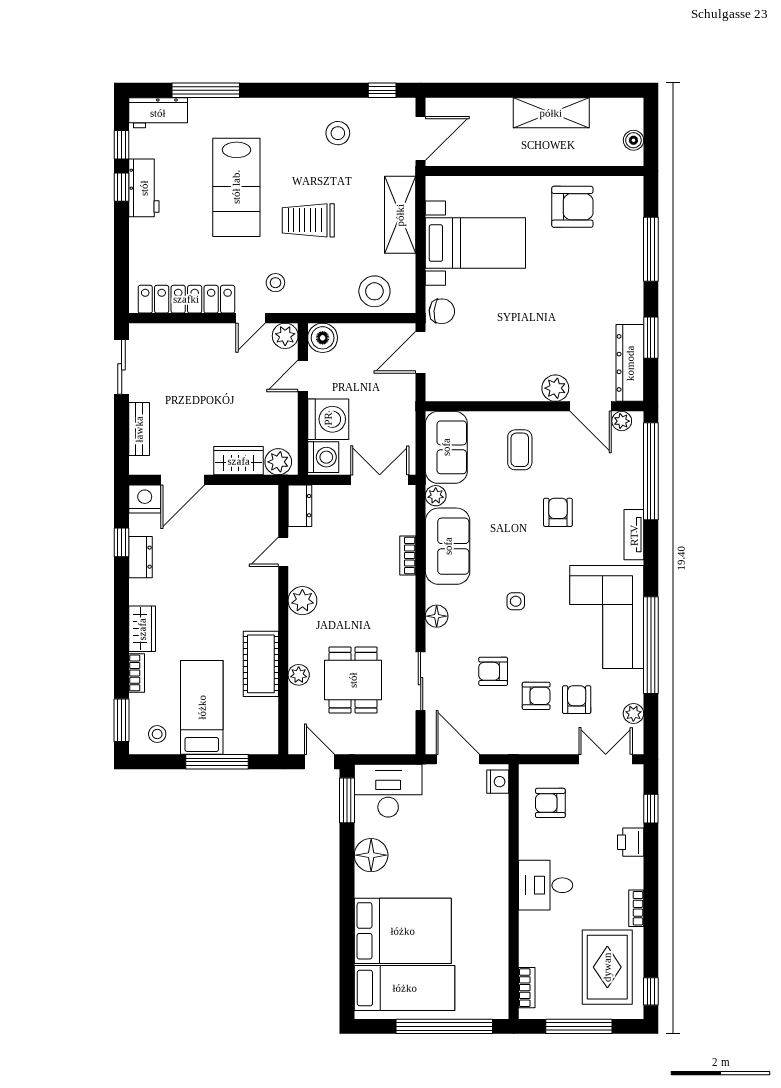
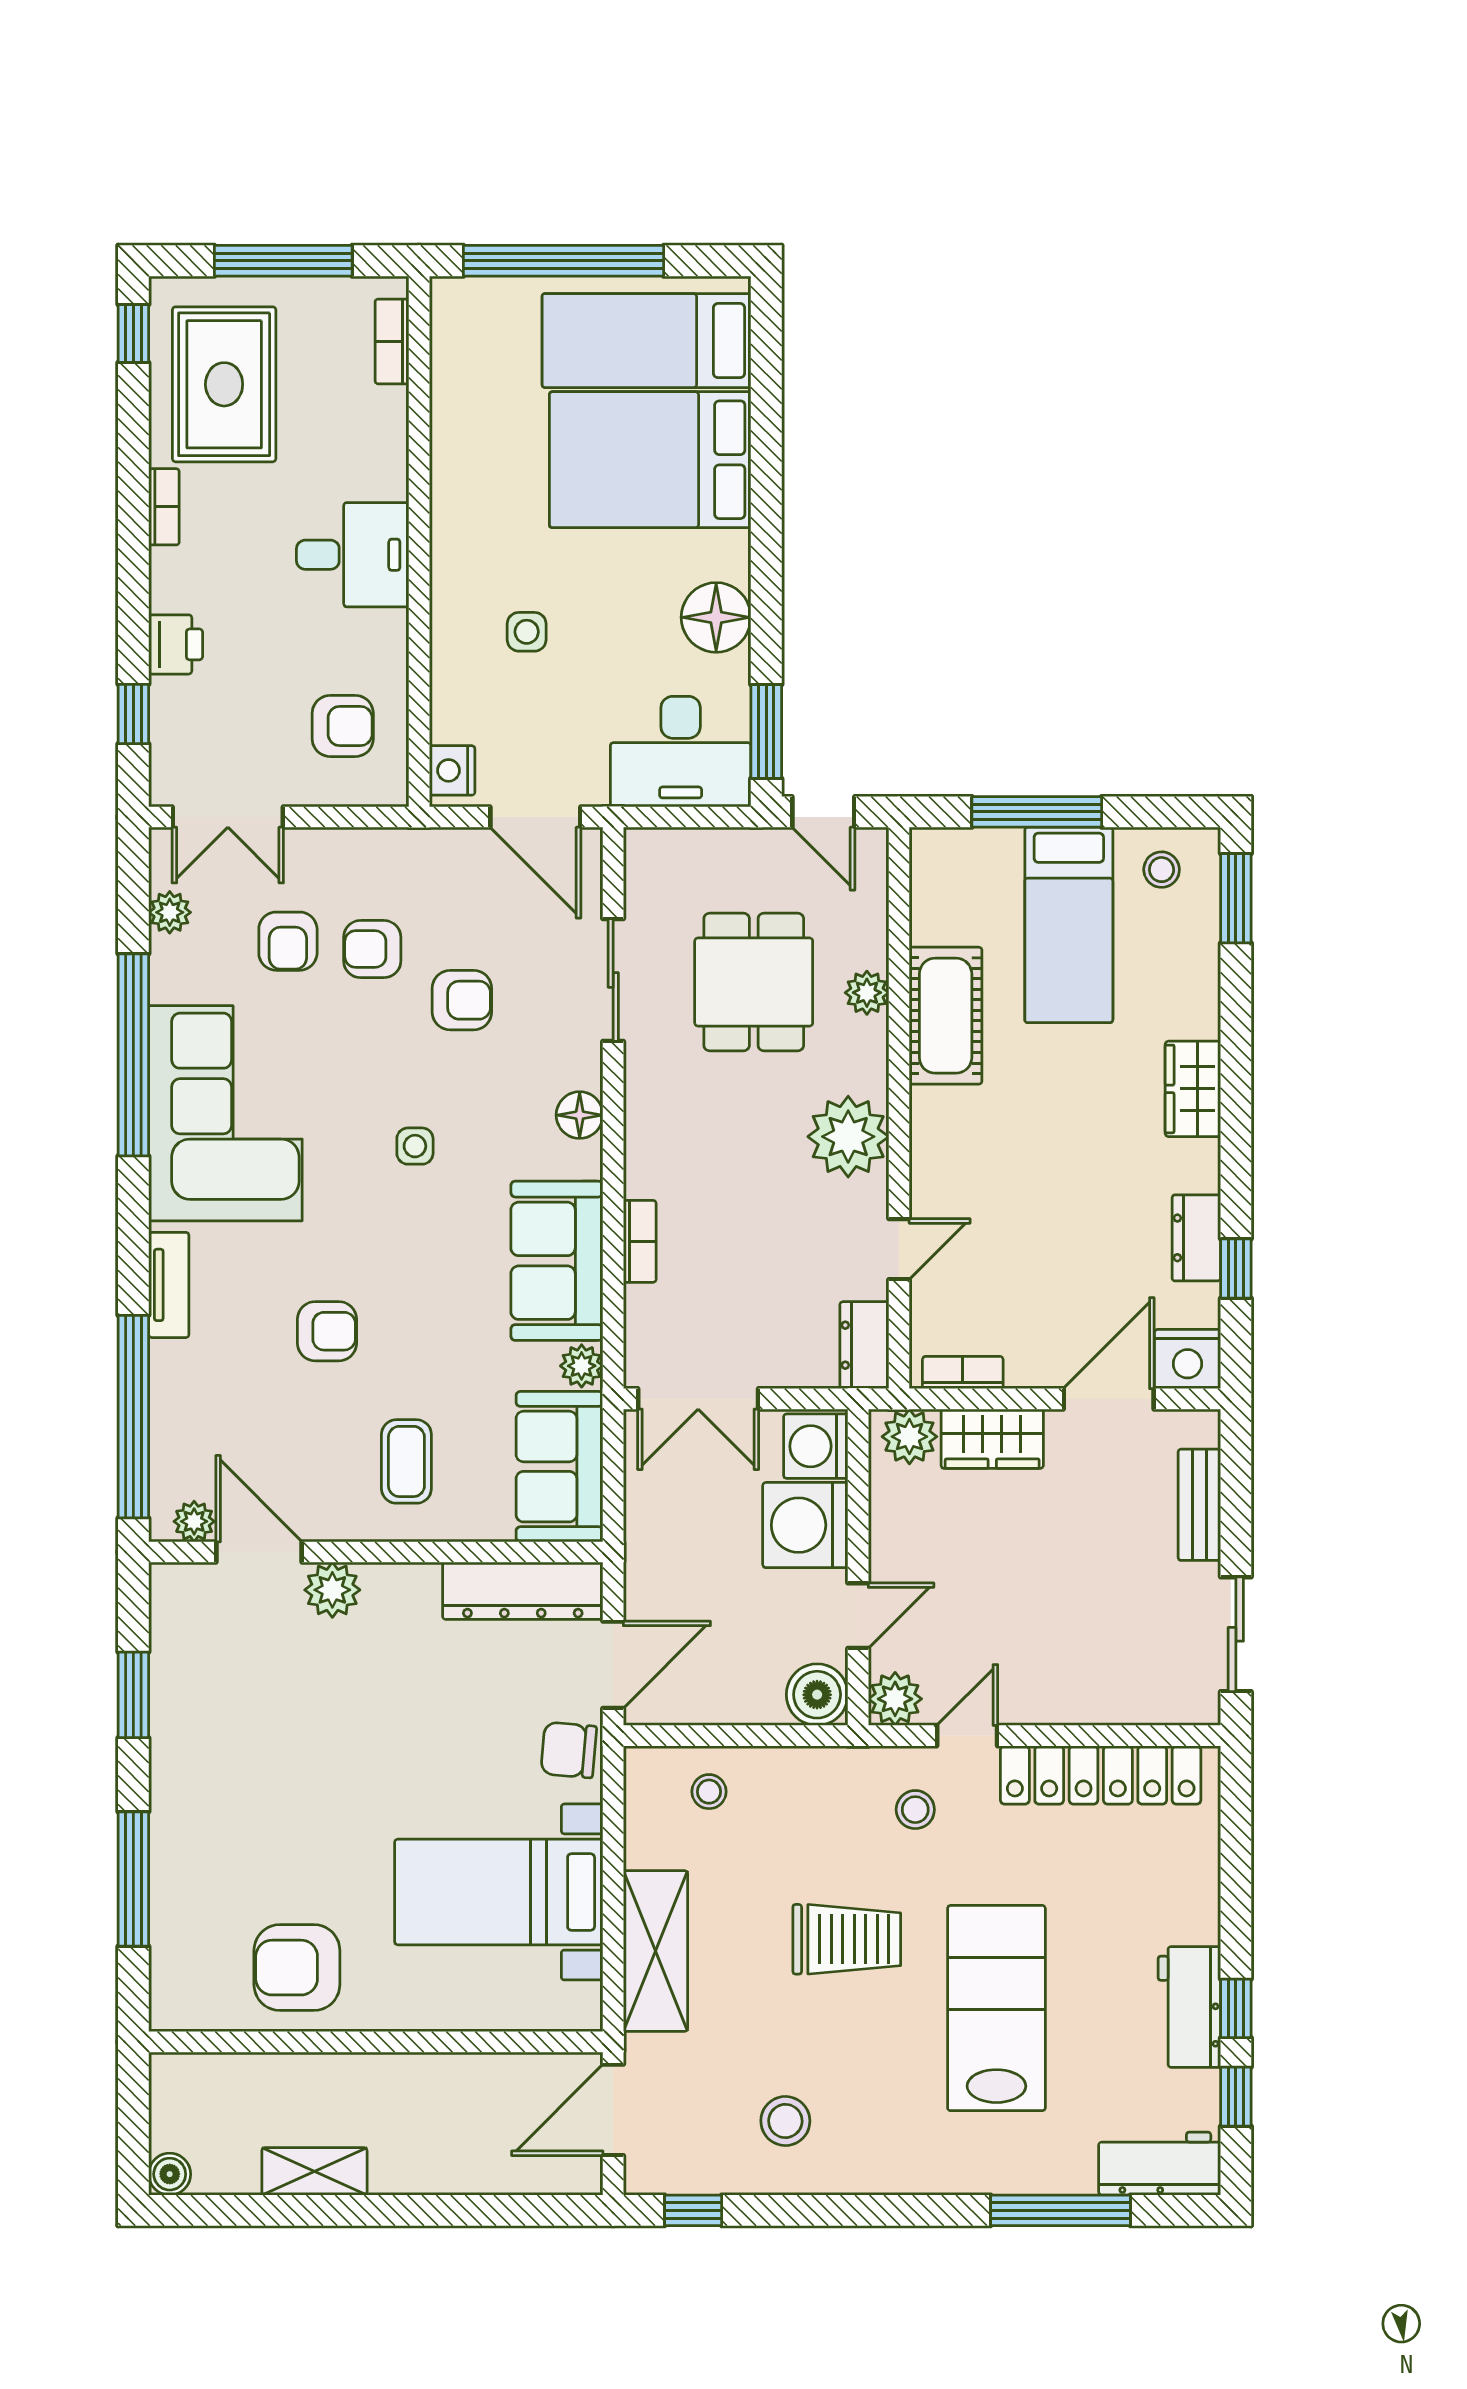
shelving: (551, 113) -> (314, 2171), width x0.67, depth x0.75
boiler: (633, 140) -> (170, 2174), moved
stool: (374, 291) -> (709, 1792), width x0.53, depth x0.53
dresser: (630, 363) -> (523, 1591), moved, turned 90
armchair: (558, 512) -> (327, 1331), turned -90
plant: (302, 601) -> (848, 1137), width x1.36, depth x1.36
bookcase: (137, 673) -> (963, 1373), moved, turned 90
side table: (462, 848) -> (527, 632), added

